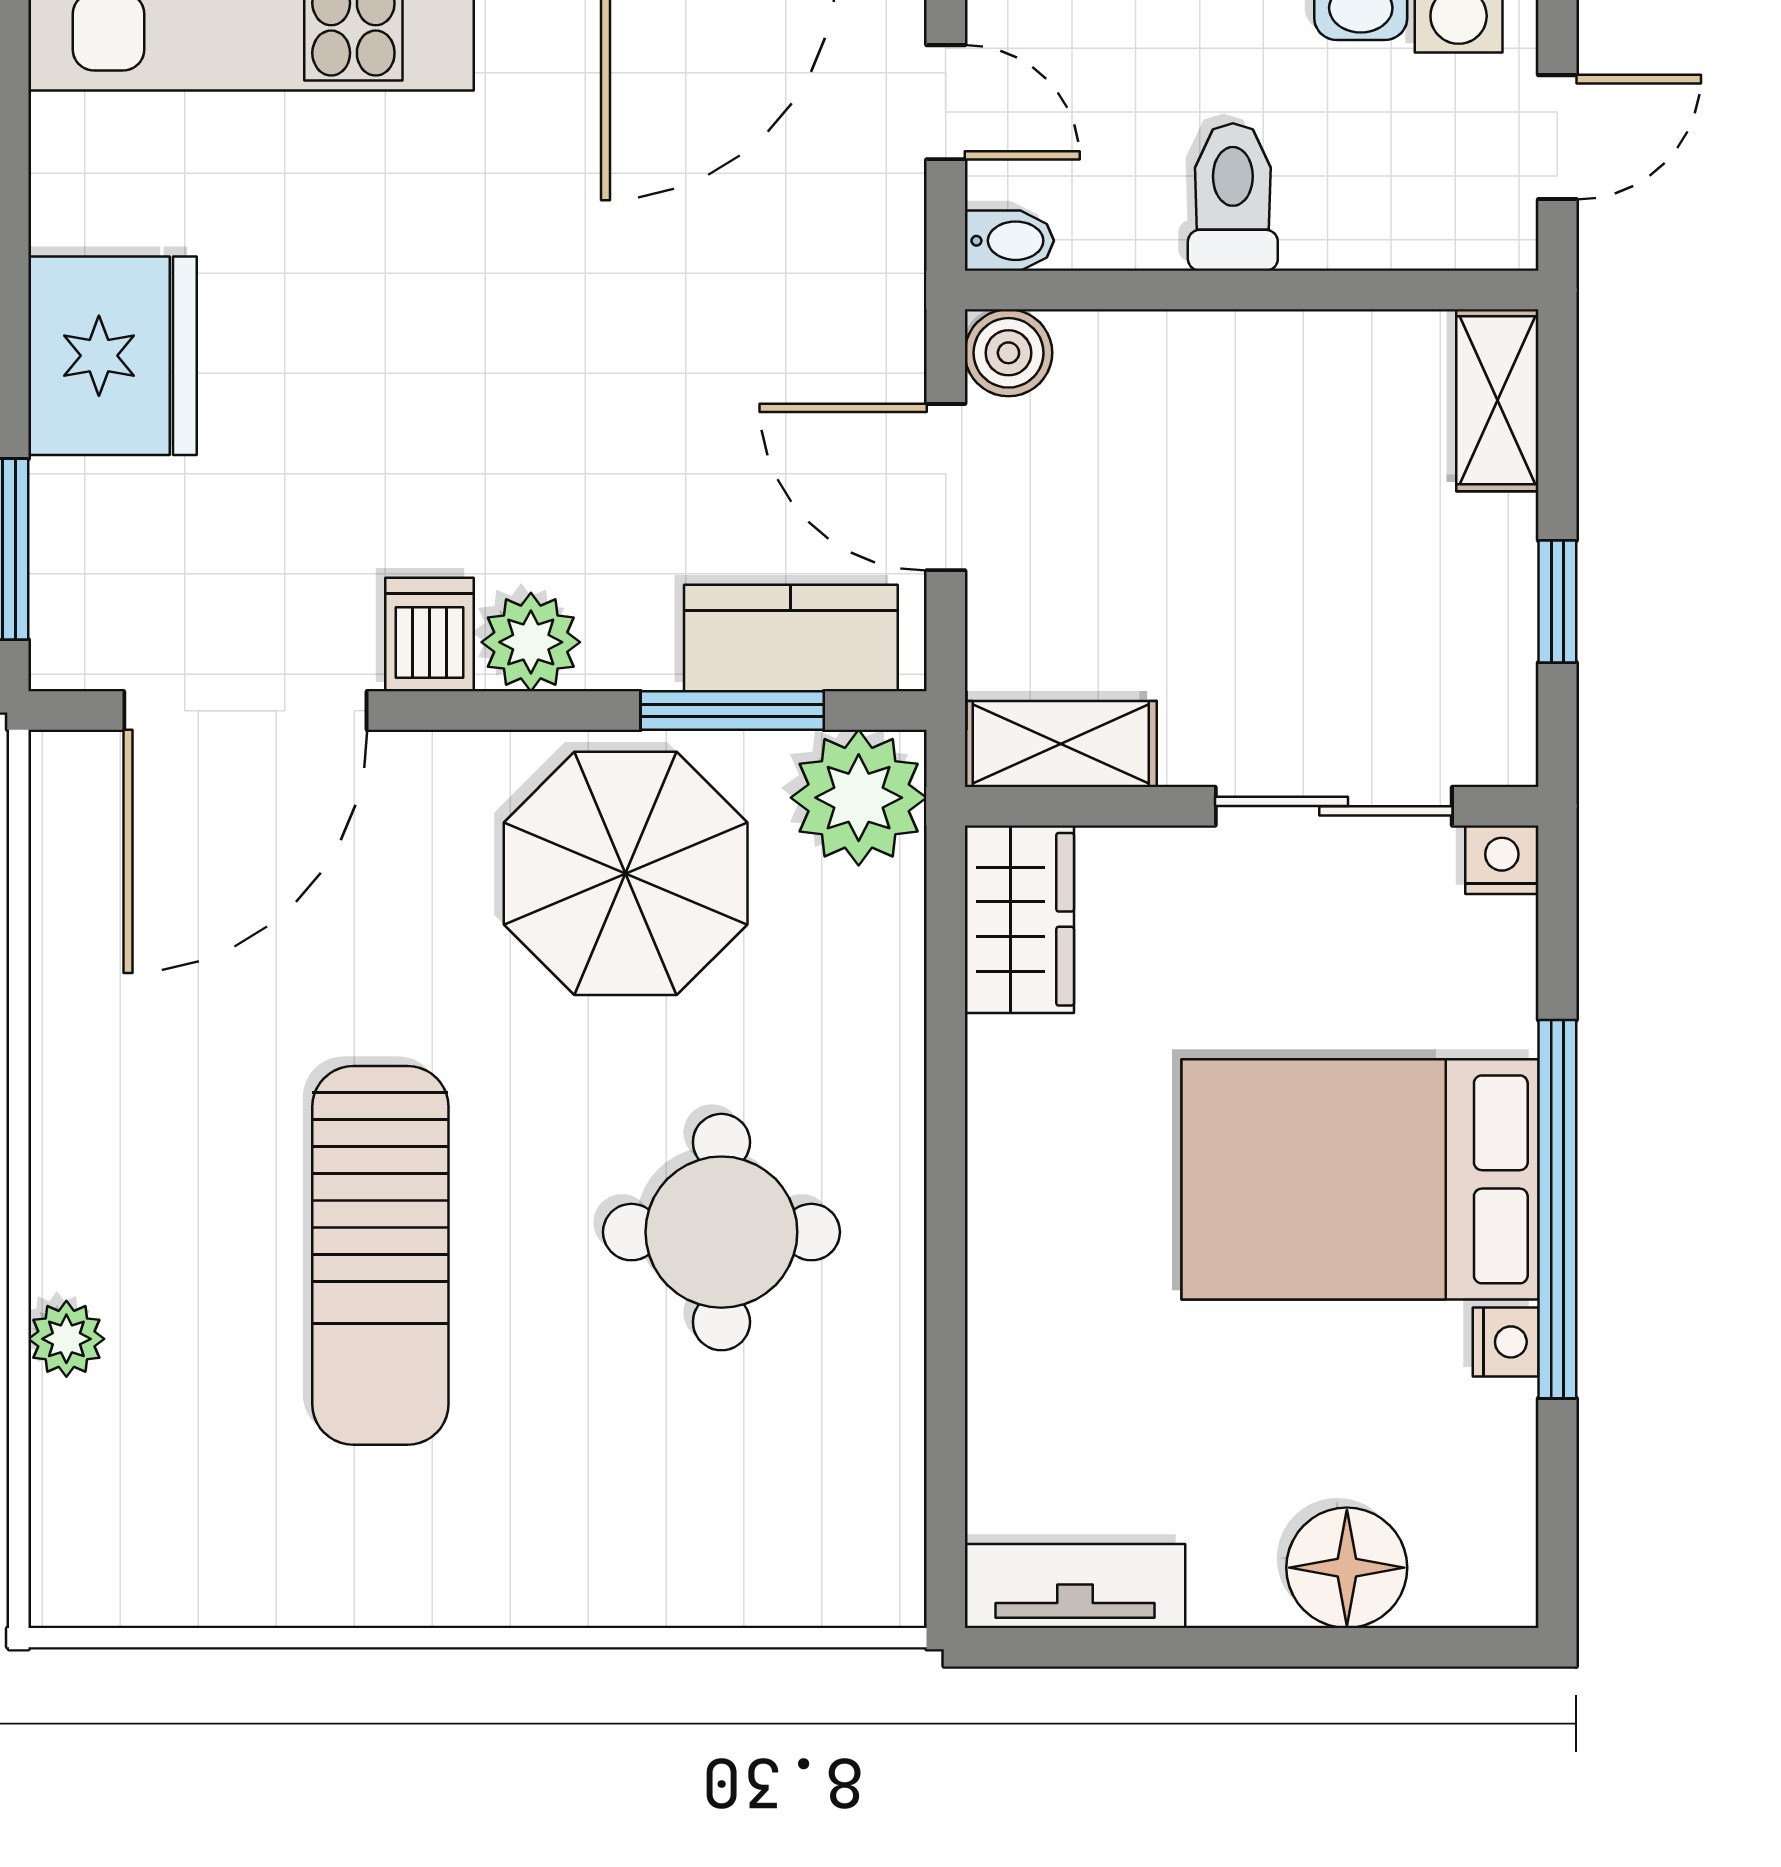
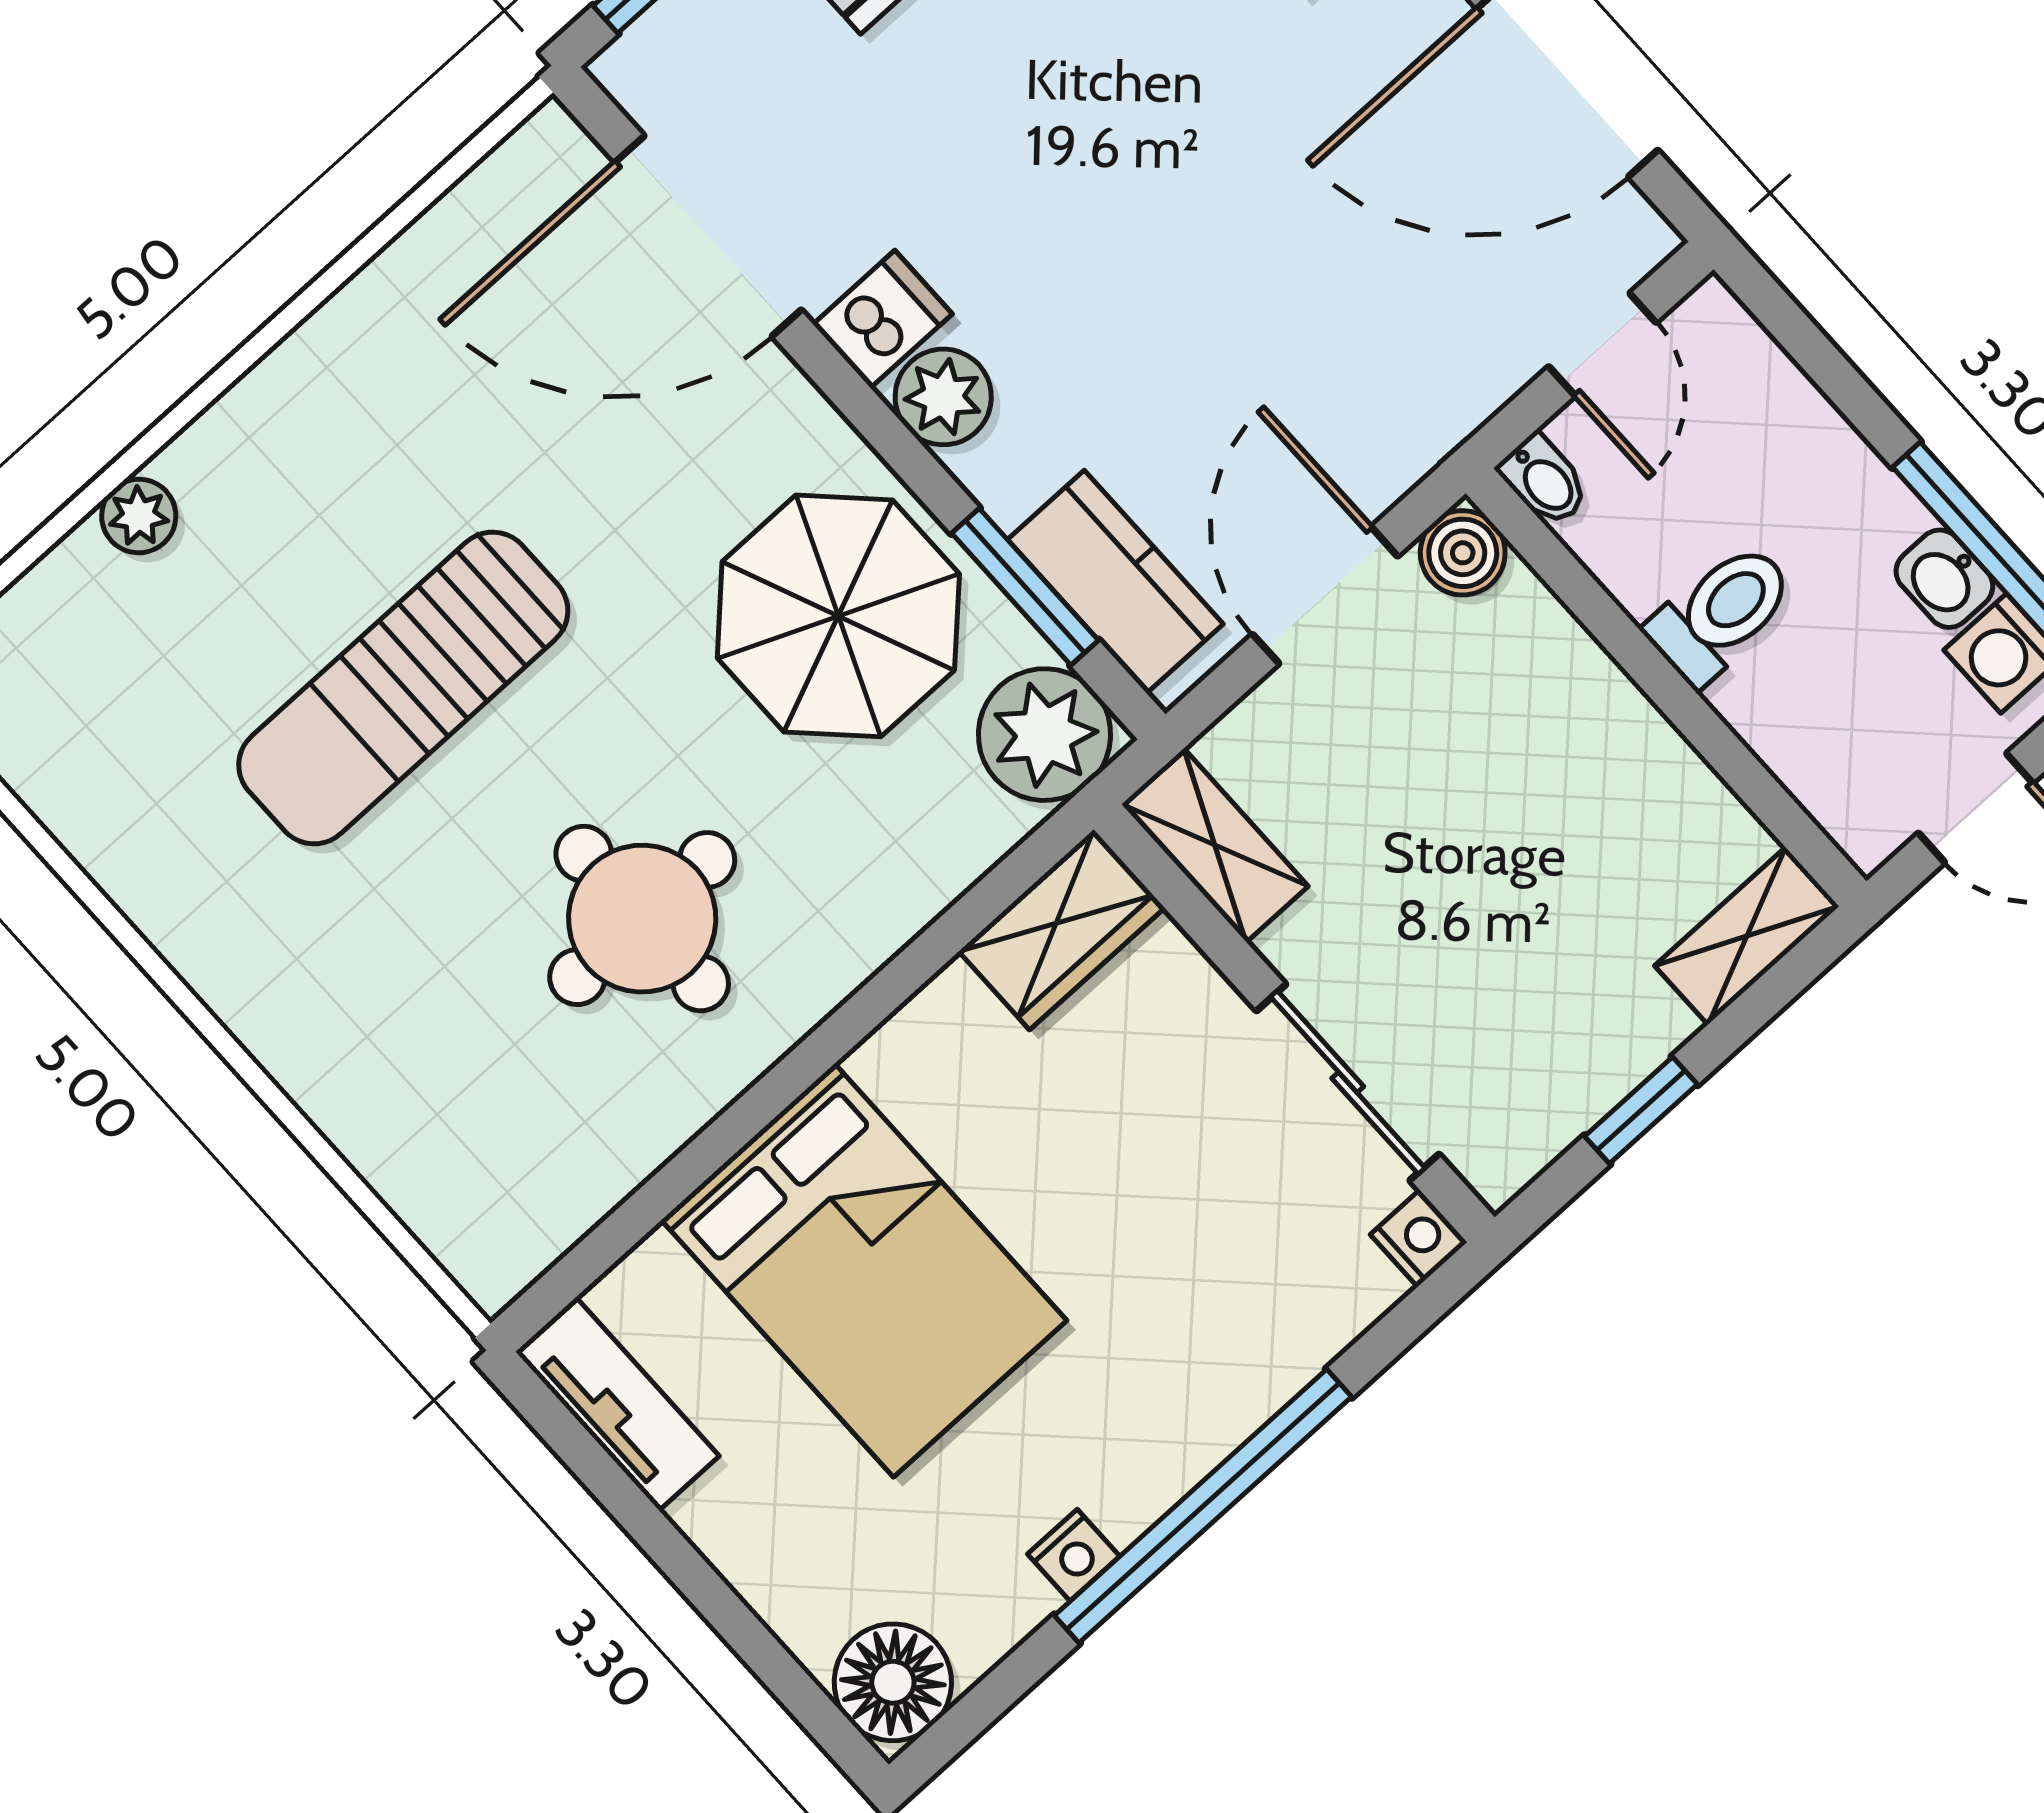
bed: (1360, 1179) -> (864, 1270), moved, turned 180
floor lamp: (1347, 1568) -> (893, 1682), moved

